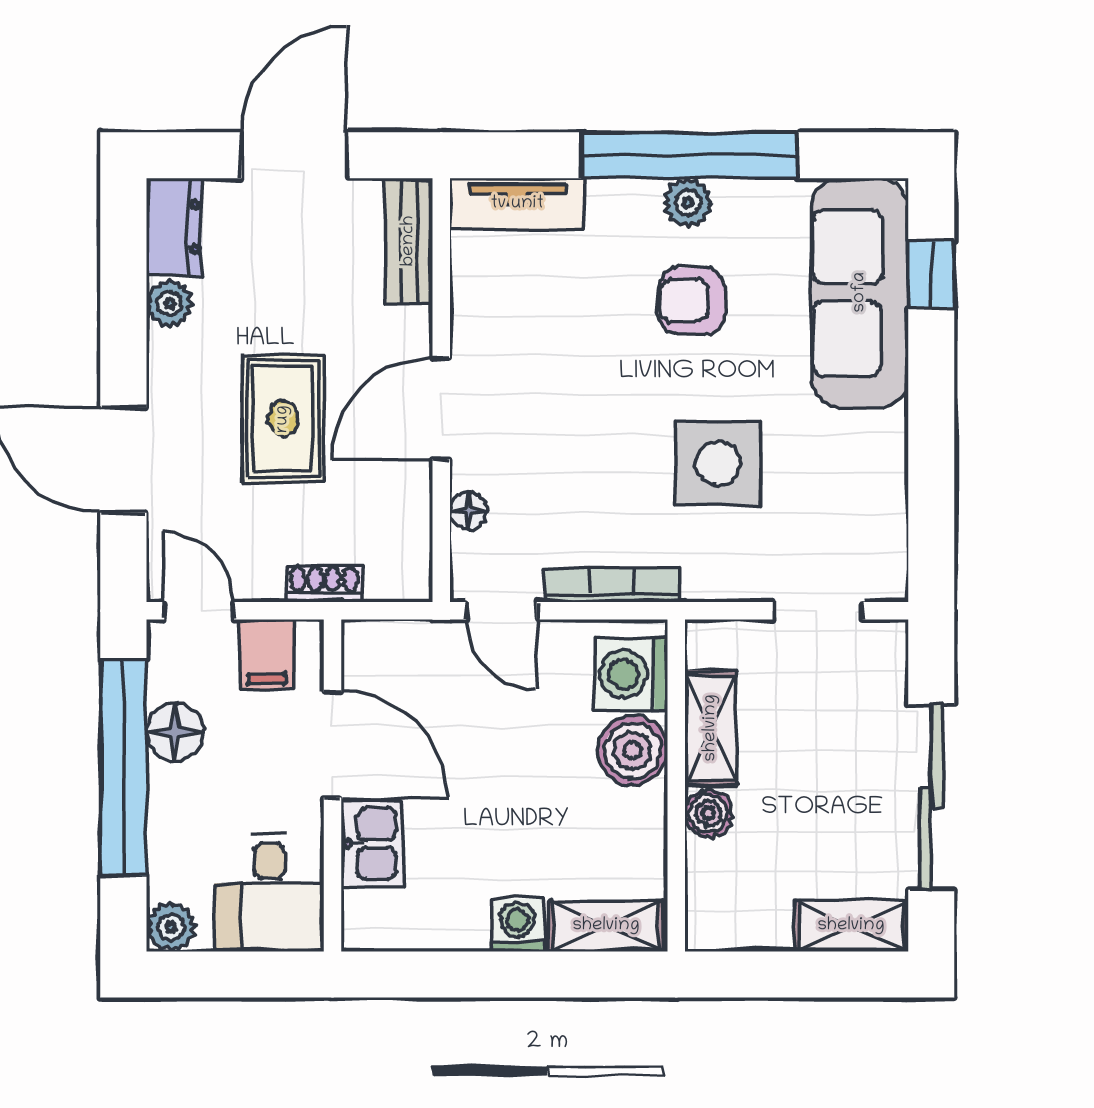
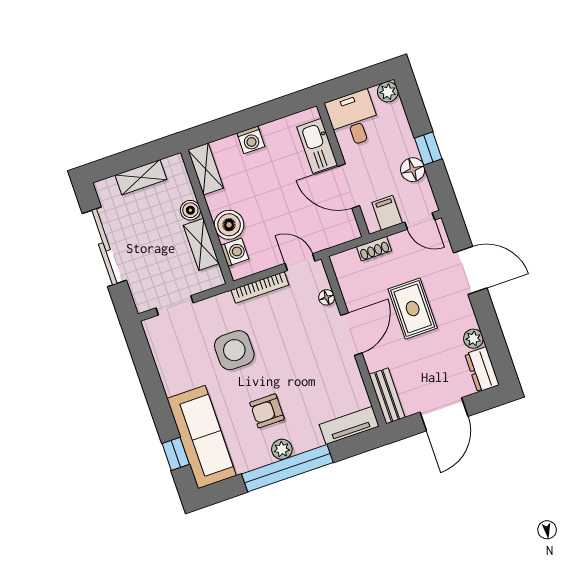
armchair: (692, 301) -> (267, 411), turned 180
washing machine: (631, 674) -> (235, 252), width x0.73, depth x0.73
window: (123, 768) -> (428, 148), width x0.32
kitchen sink: (372, 844) -> (317, 146), width x1.38
shelving: (606, 926) -> (206, 169), moved, turned 90
shelving: (851, 926) -> (141, 177), moved

